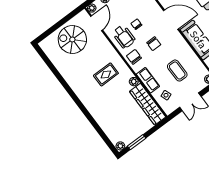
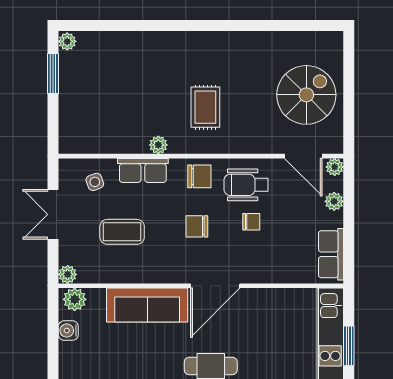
wardrobe: (148, 104) -> (103, 140), removed

